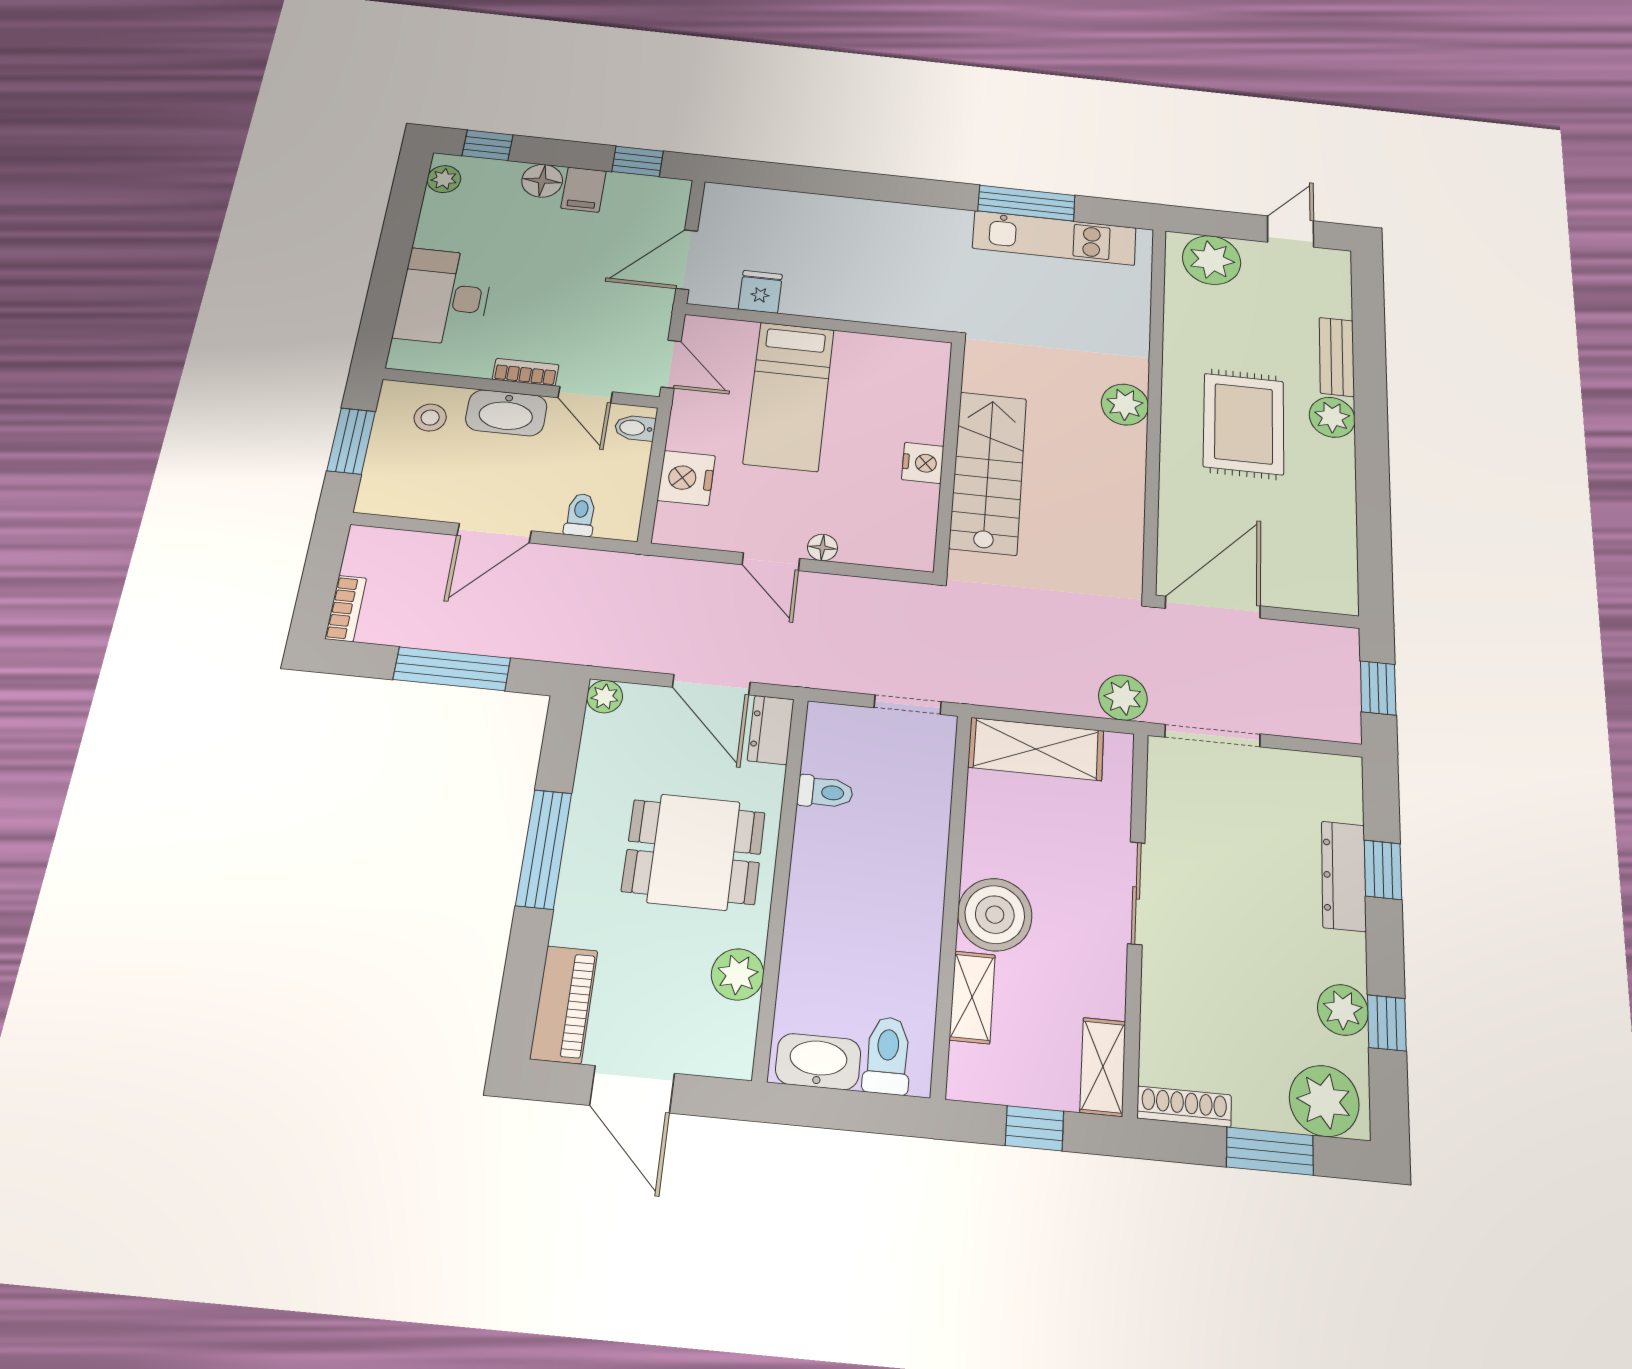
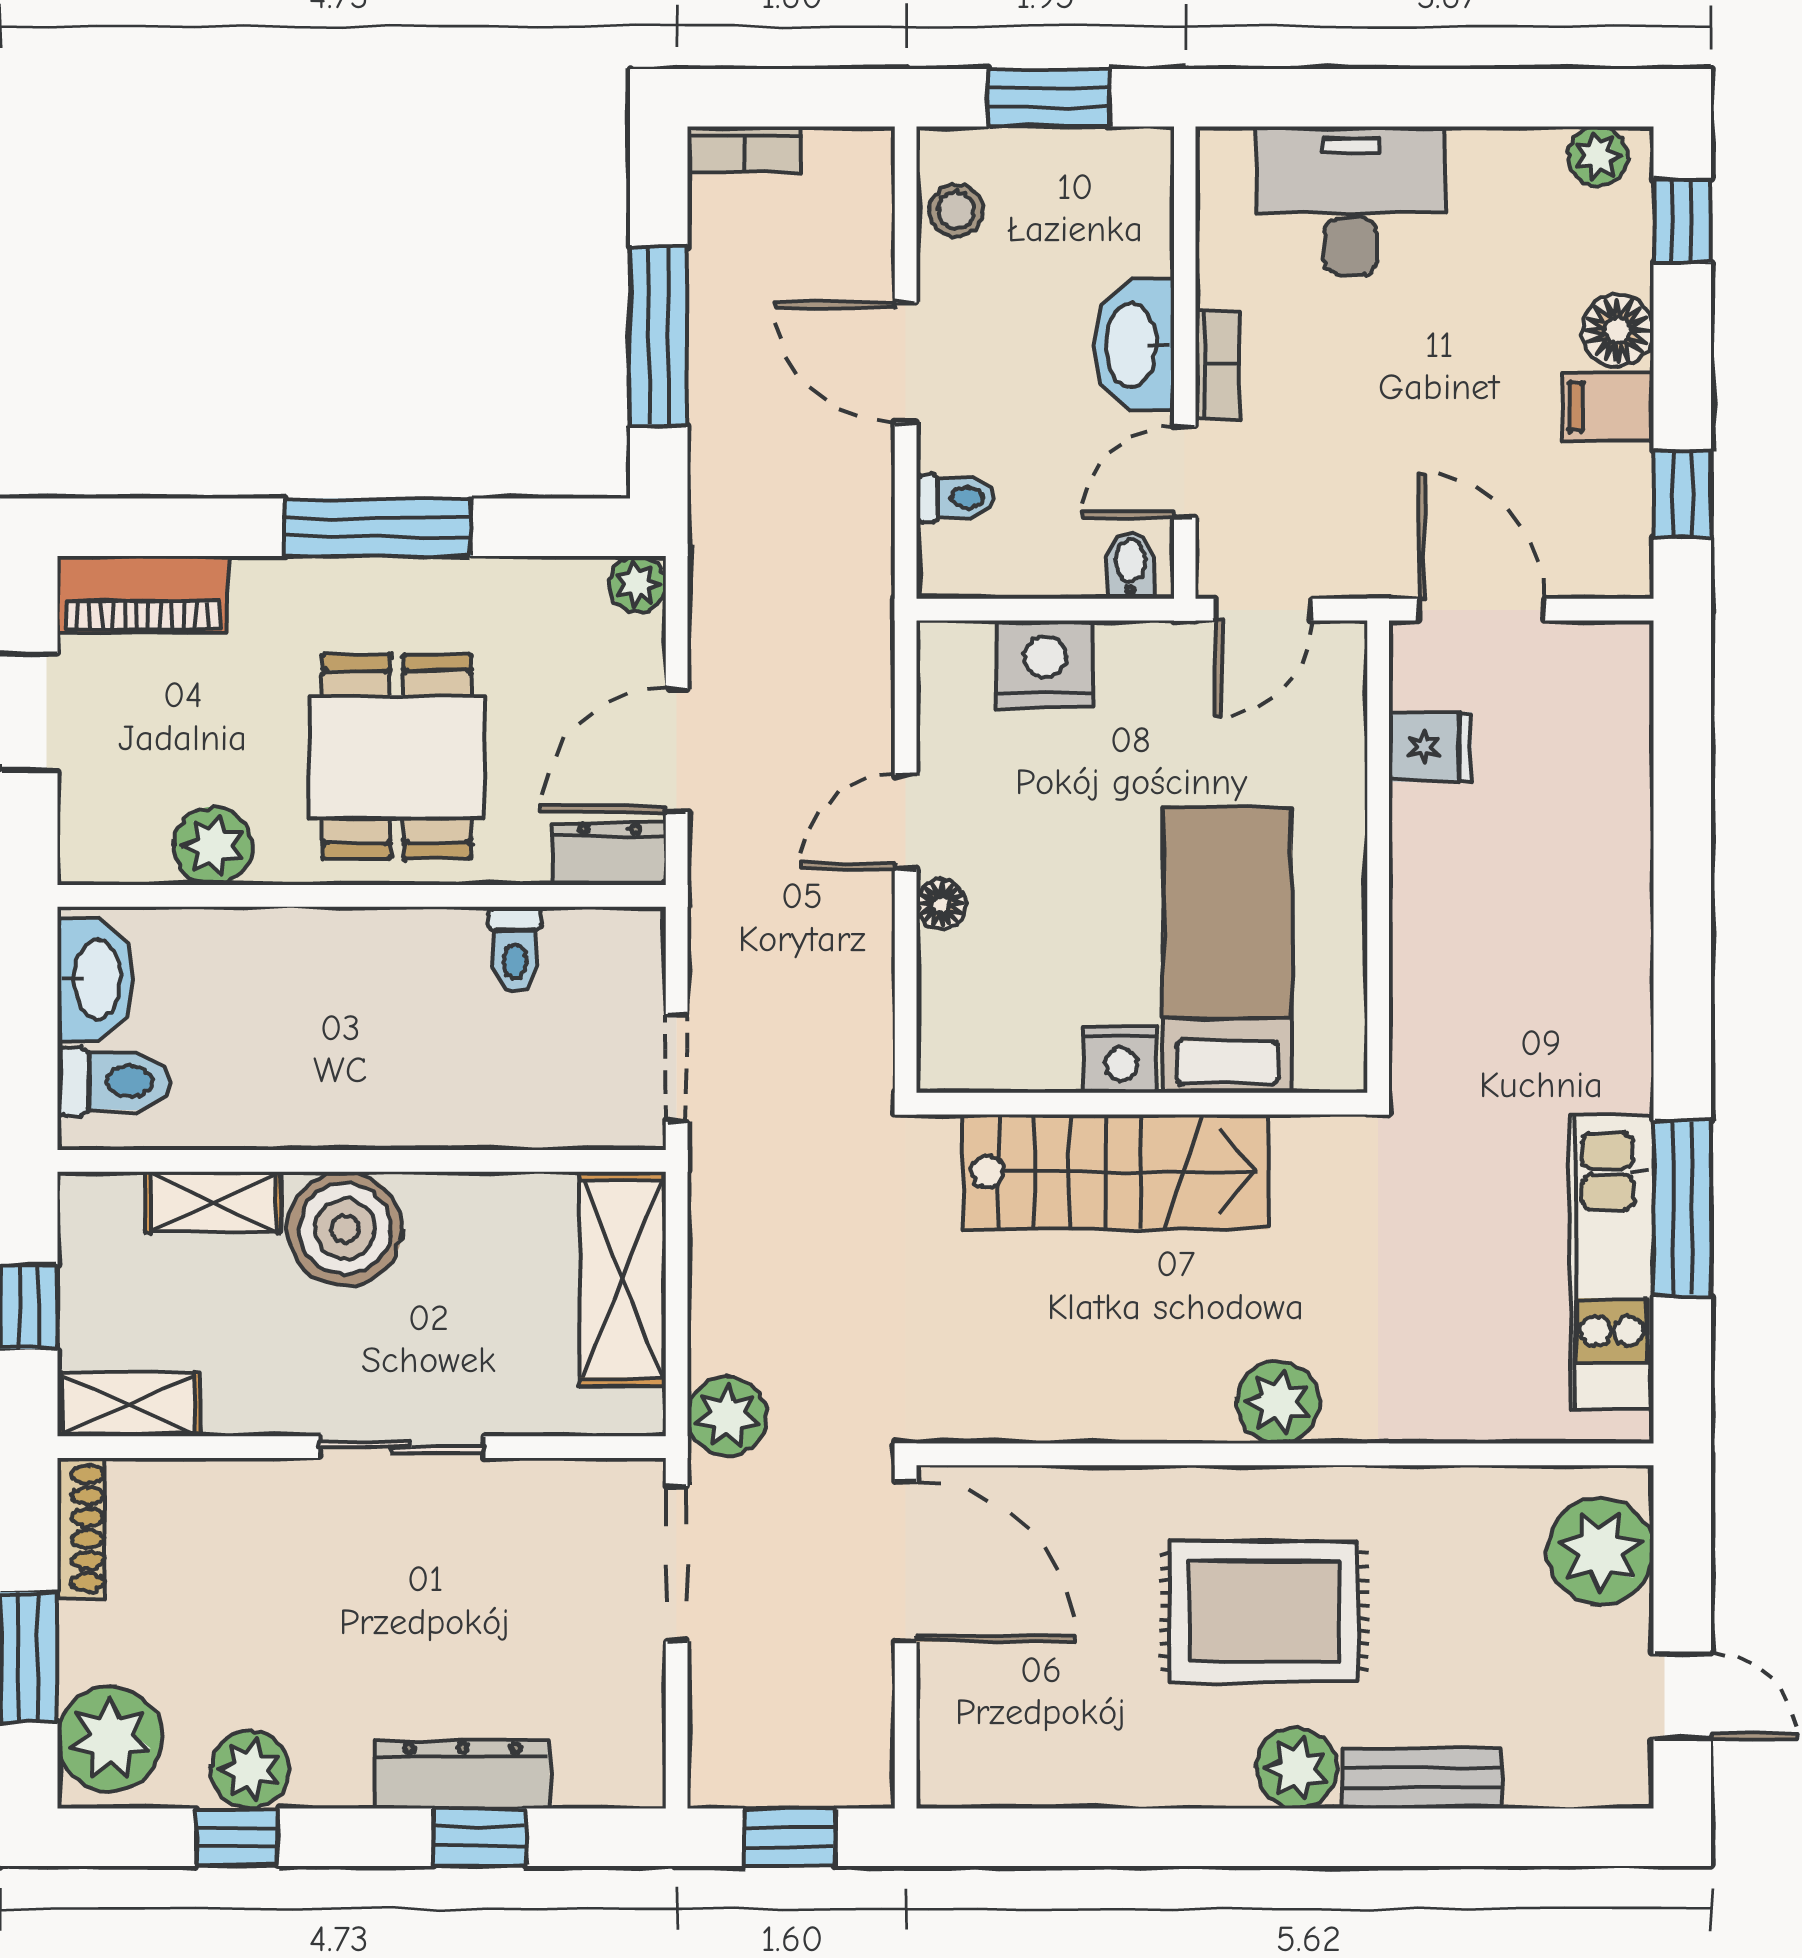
bed: (789, 396) -> (1227, 950), moved, turned 90
stool: (430, 418) -> (956, 210), moved

